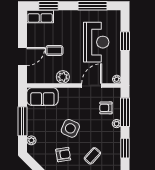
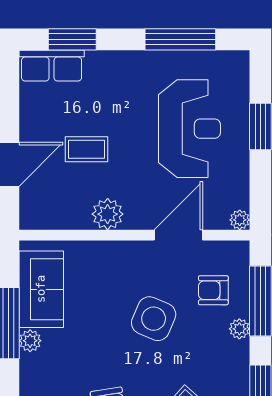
sofa: (42, 97) -> (41, 289), moved, turned -90
side table: (70, 128) -> (154, 319), moved
plant: (31, 140) -> (30, 341), moved

